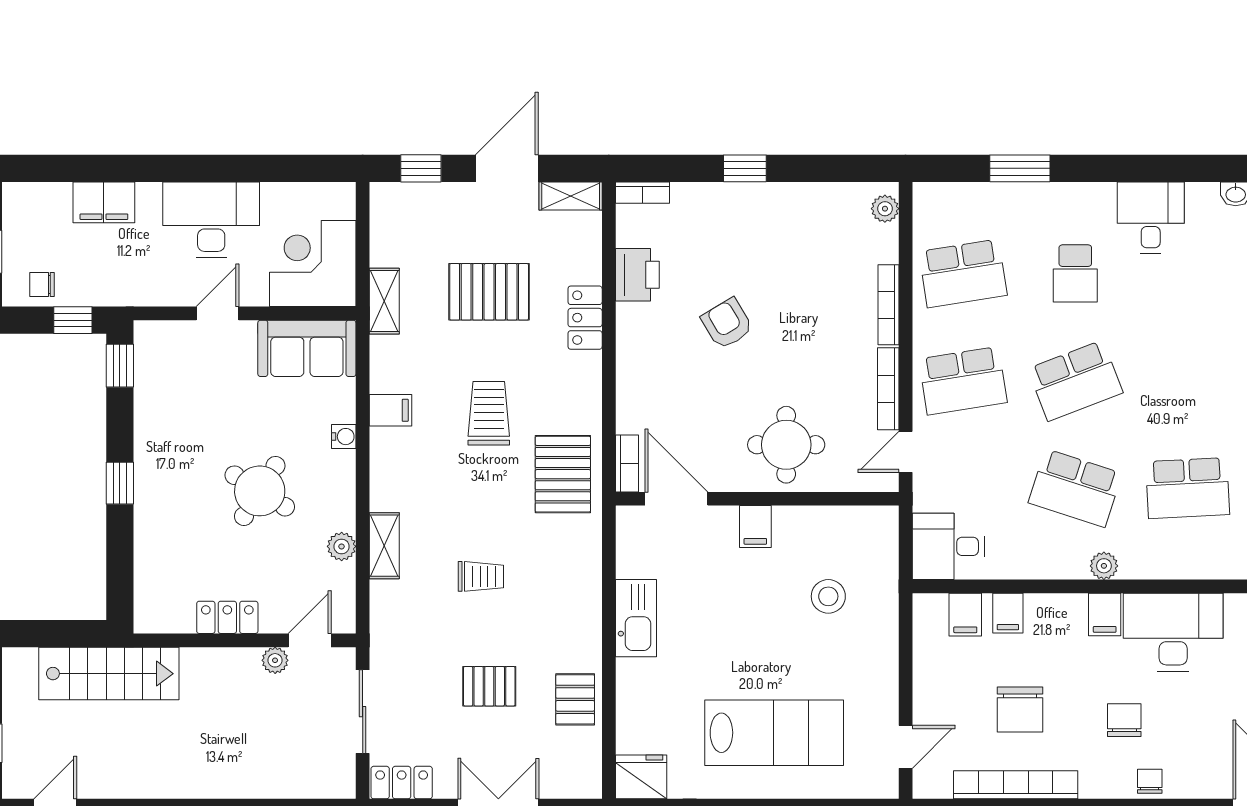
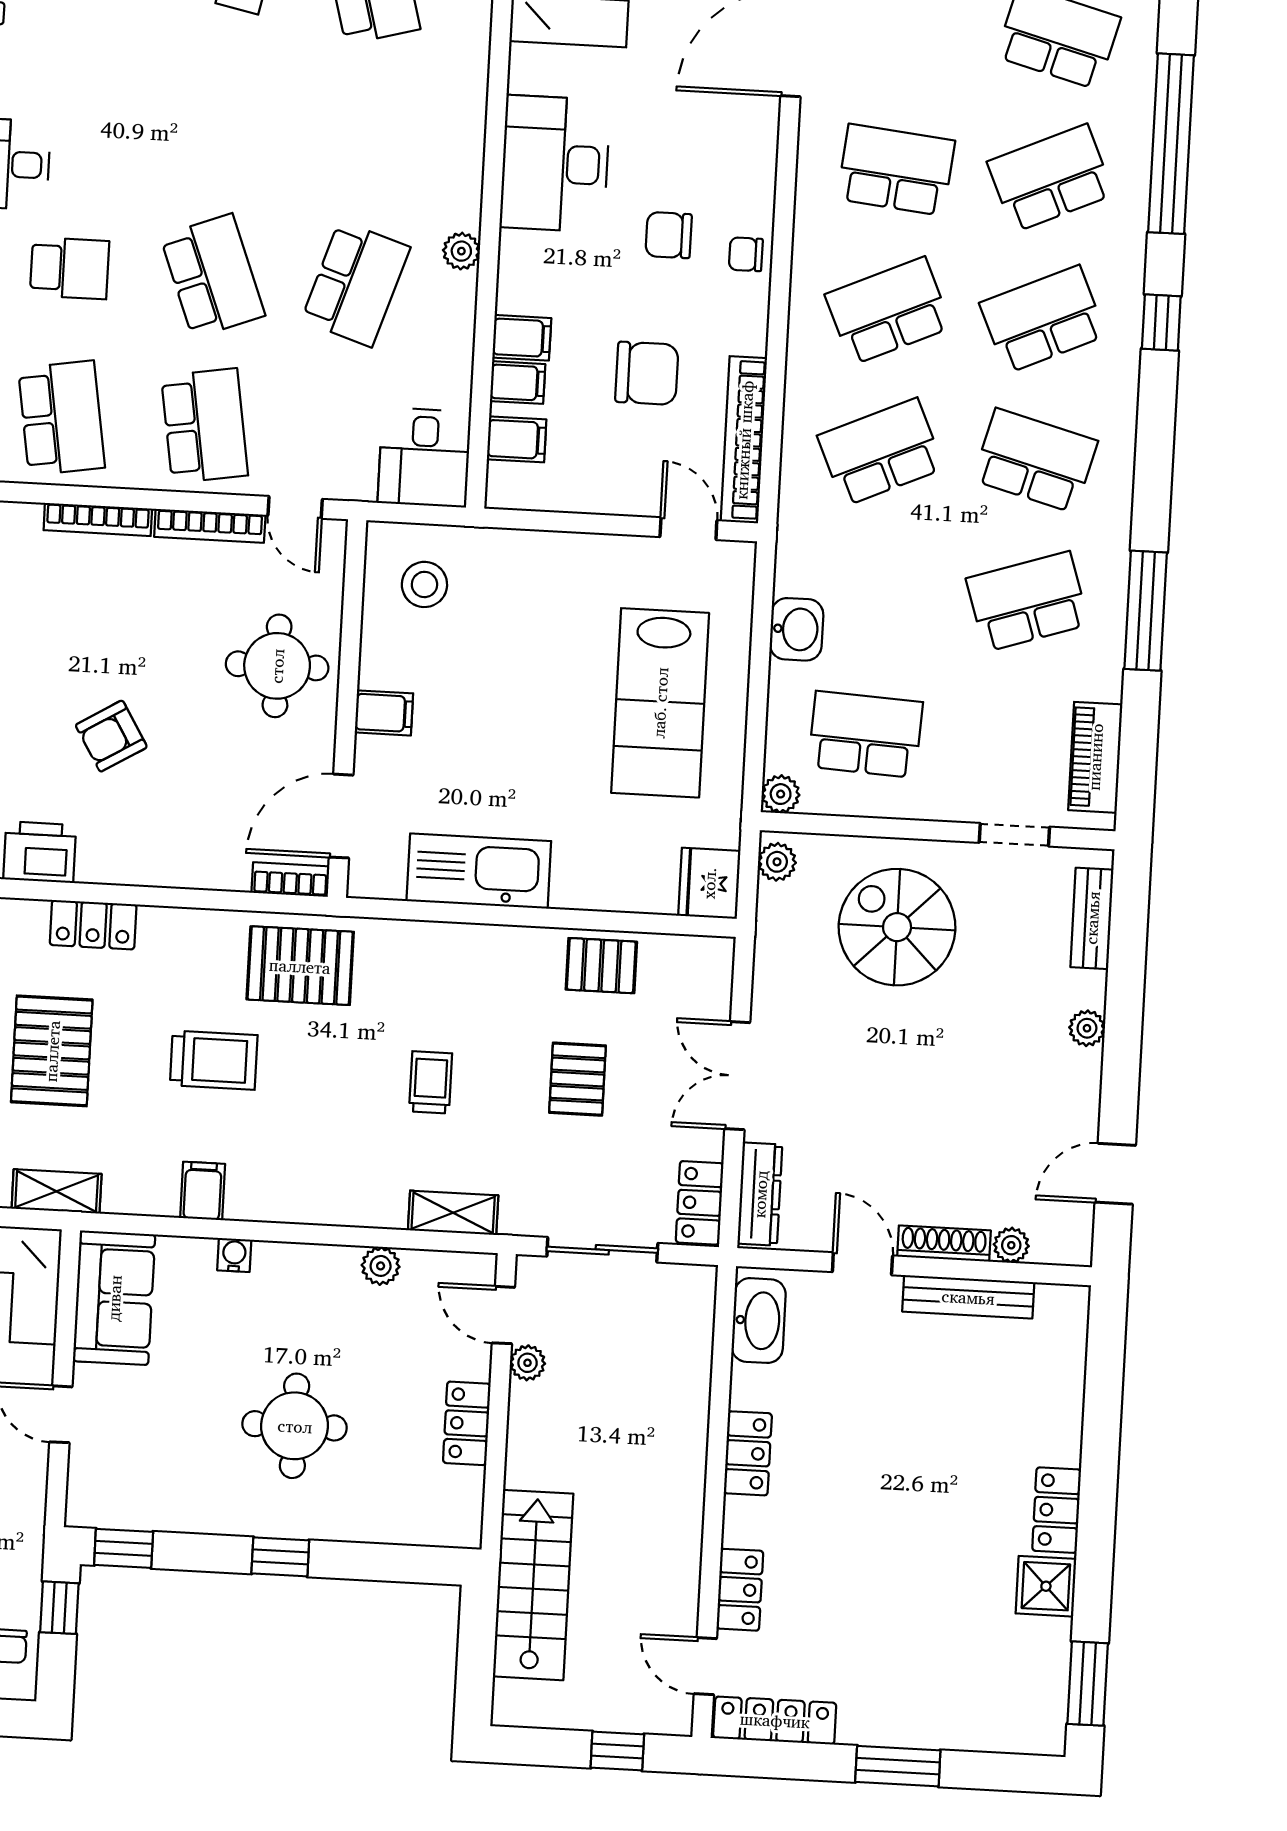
trolley: (489, 413) -> (214, 1060), turned 180
school desk: (1188, 488) -> (364, 134), removed
round table: (260, 491) -> (295, 1426), moved, turned -32
shelving: (384, 546) -> (453, 1213), moved
stool: (828, 596) -> (424, 584), moved
filing cabinet: (1105, 614) -> (522, 338), moved
kitchen sink: (636, 618) -> (479, 871), width x1.36, depth x1.24
lab bench: (774, 733) -> (660, 703), turned 180
chair: (1150, 781) -> (746, 254), moved
bookcase: (1016, 785) -> (744, 440), moved

